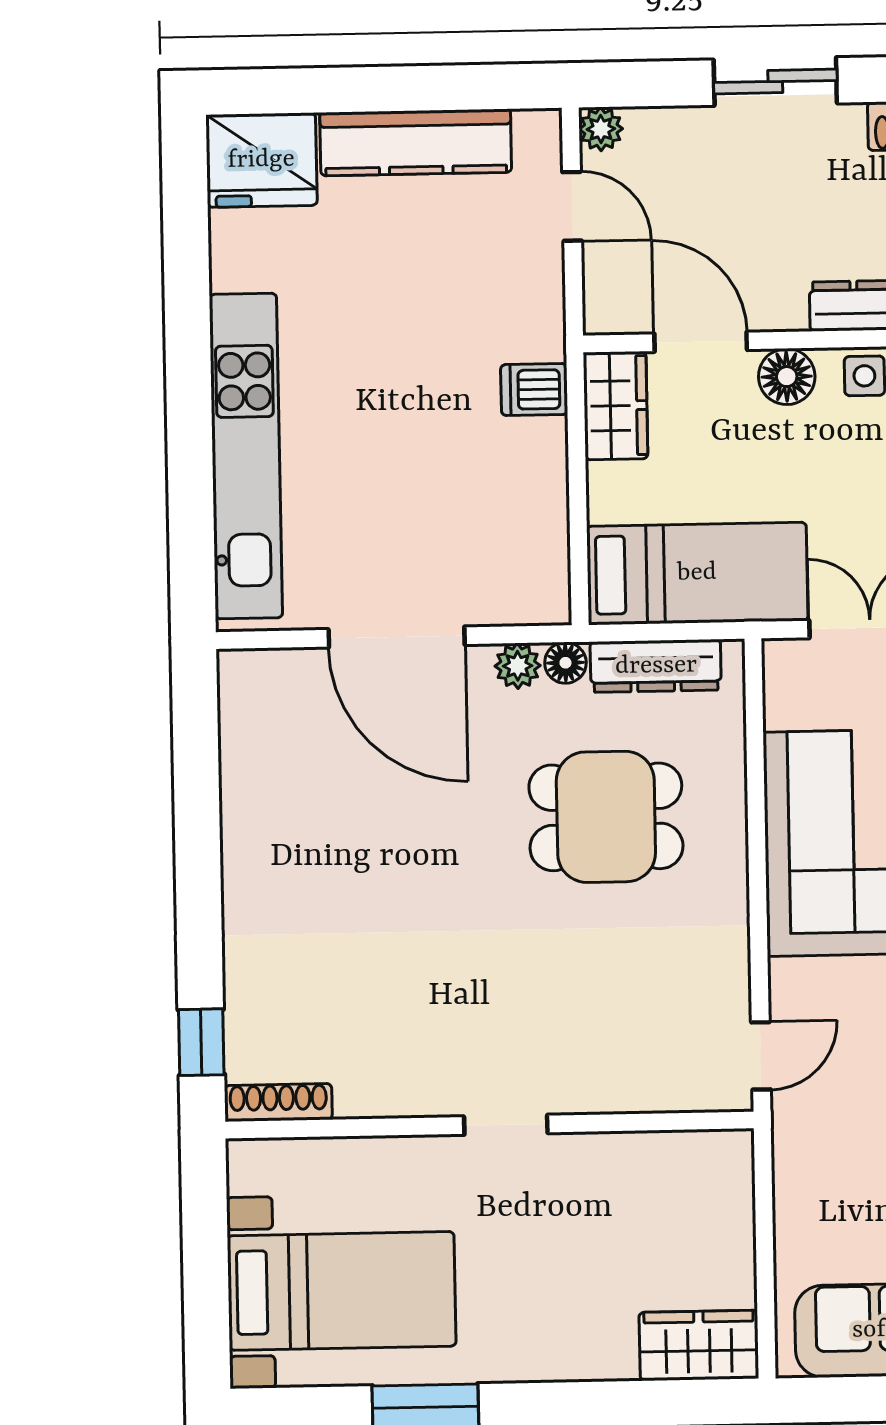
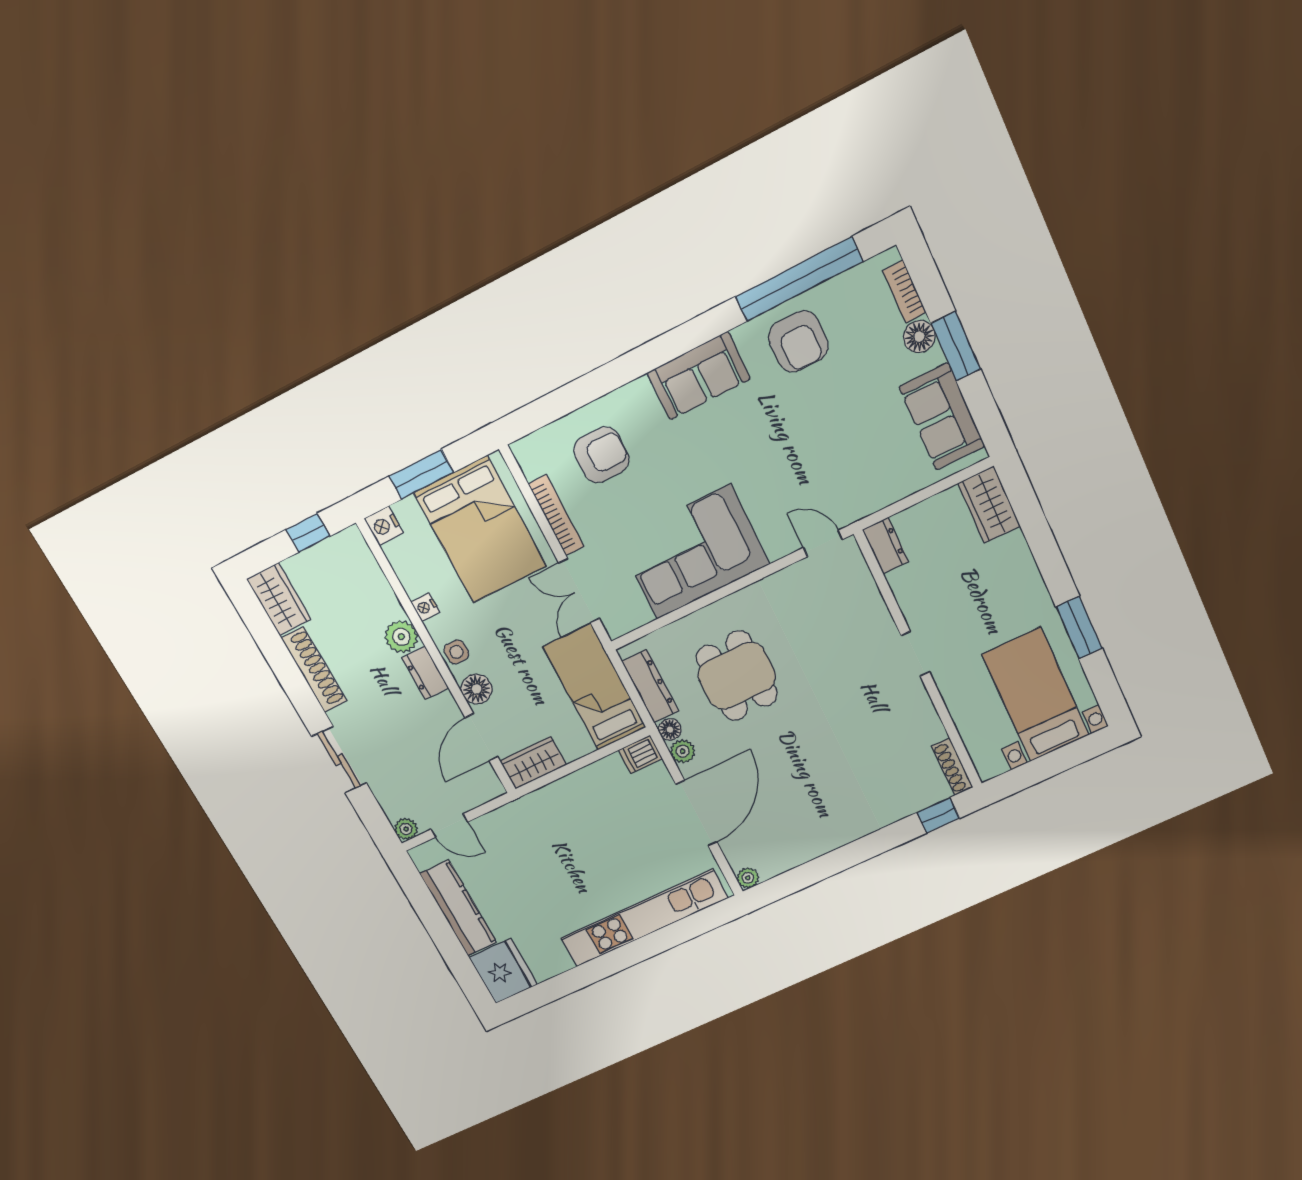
door: (572, 206) -> (449, 826), swing flipped
dishwasher: (534, 390) -> (640, 754), moved, turned 90
plant: (237, 669) -> (748, 878), added
dresser: (710, 1154) -> (886, 546), added

